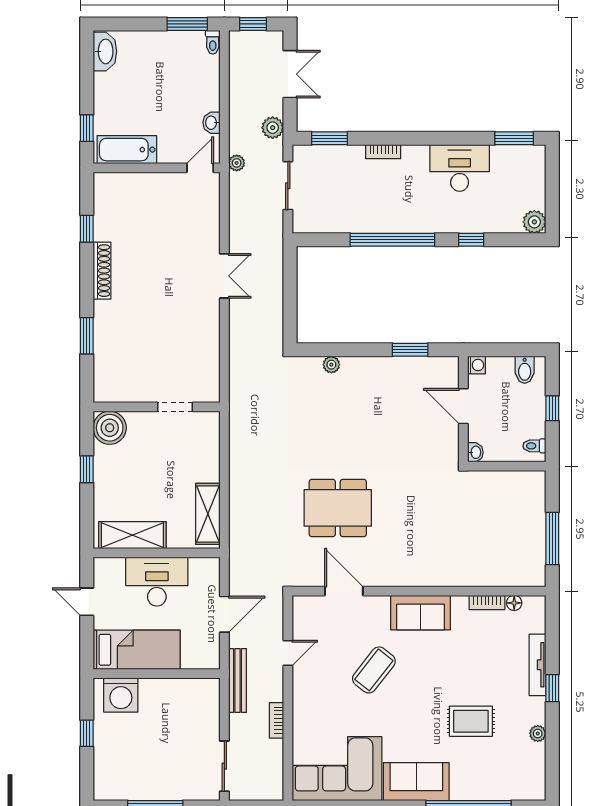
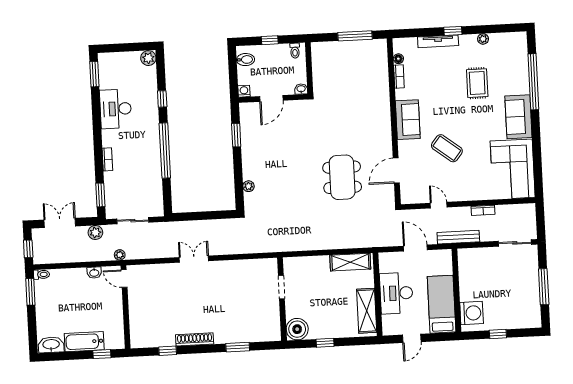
bathtub: (127, 150) -> (84, 342), moved, turned 90

